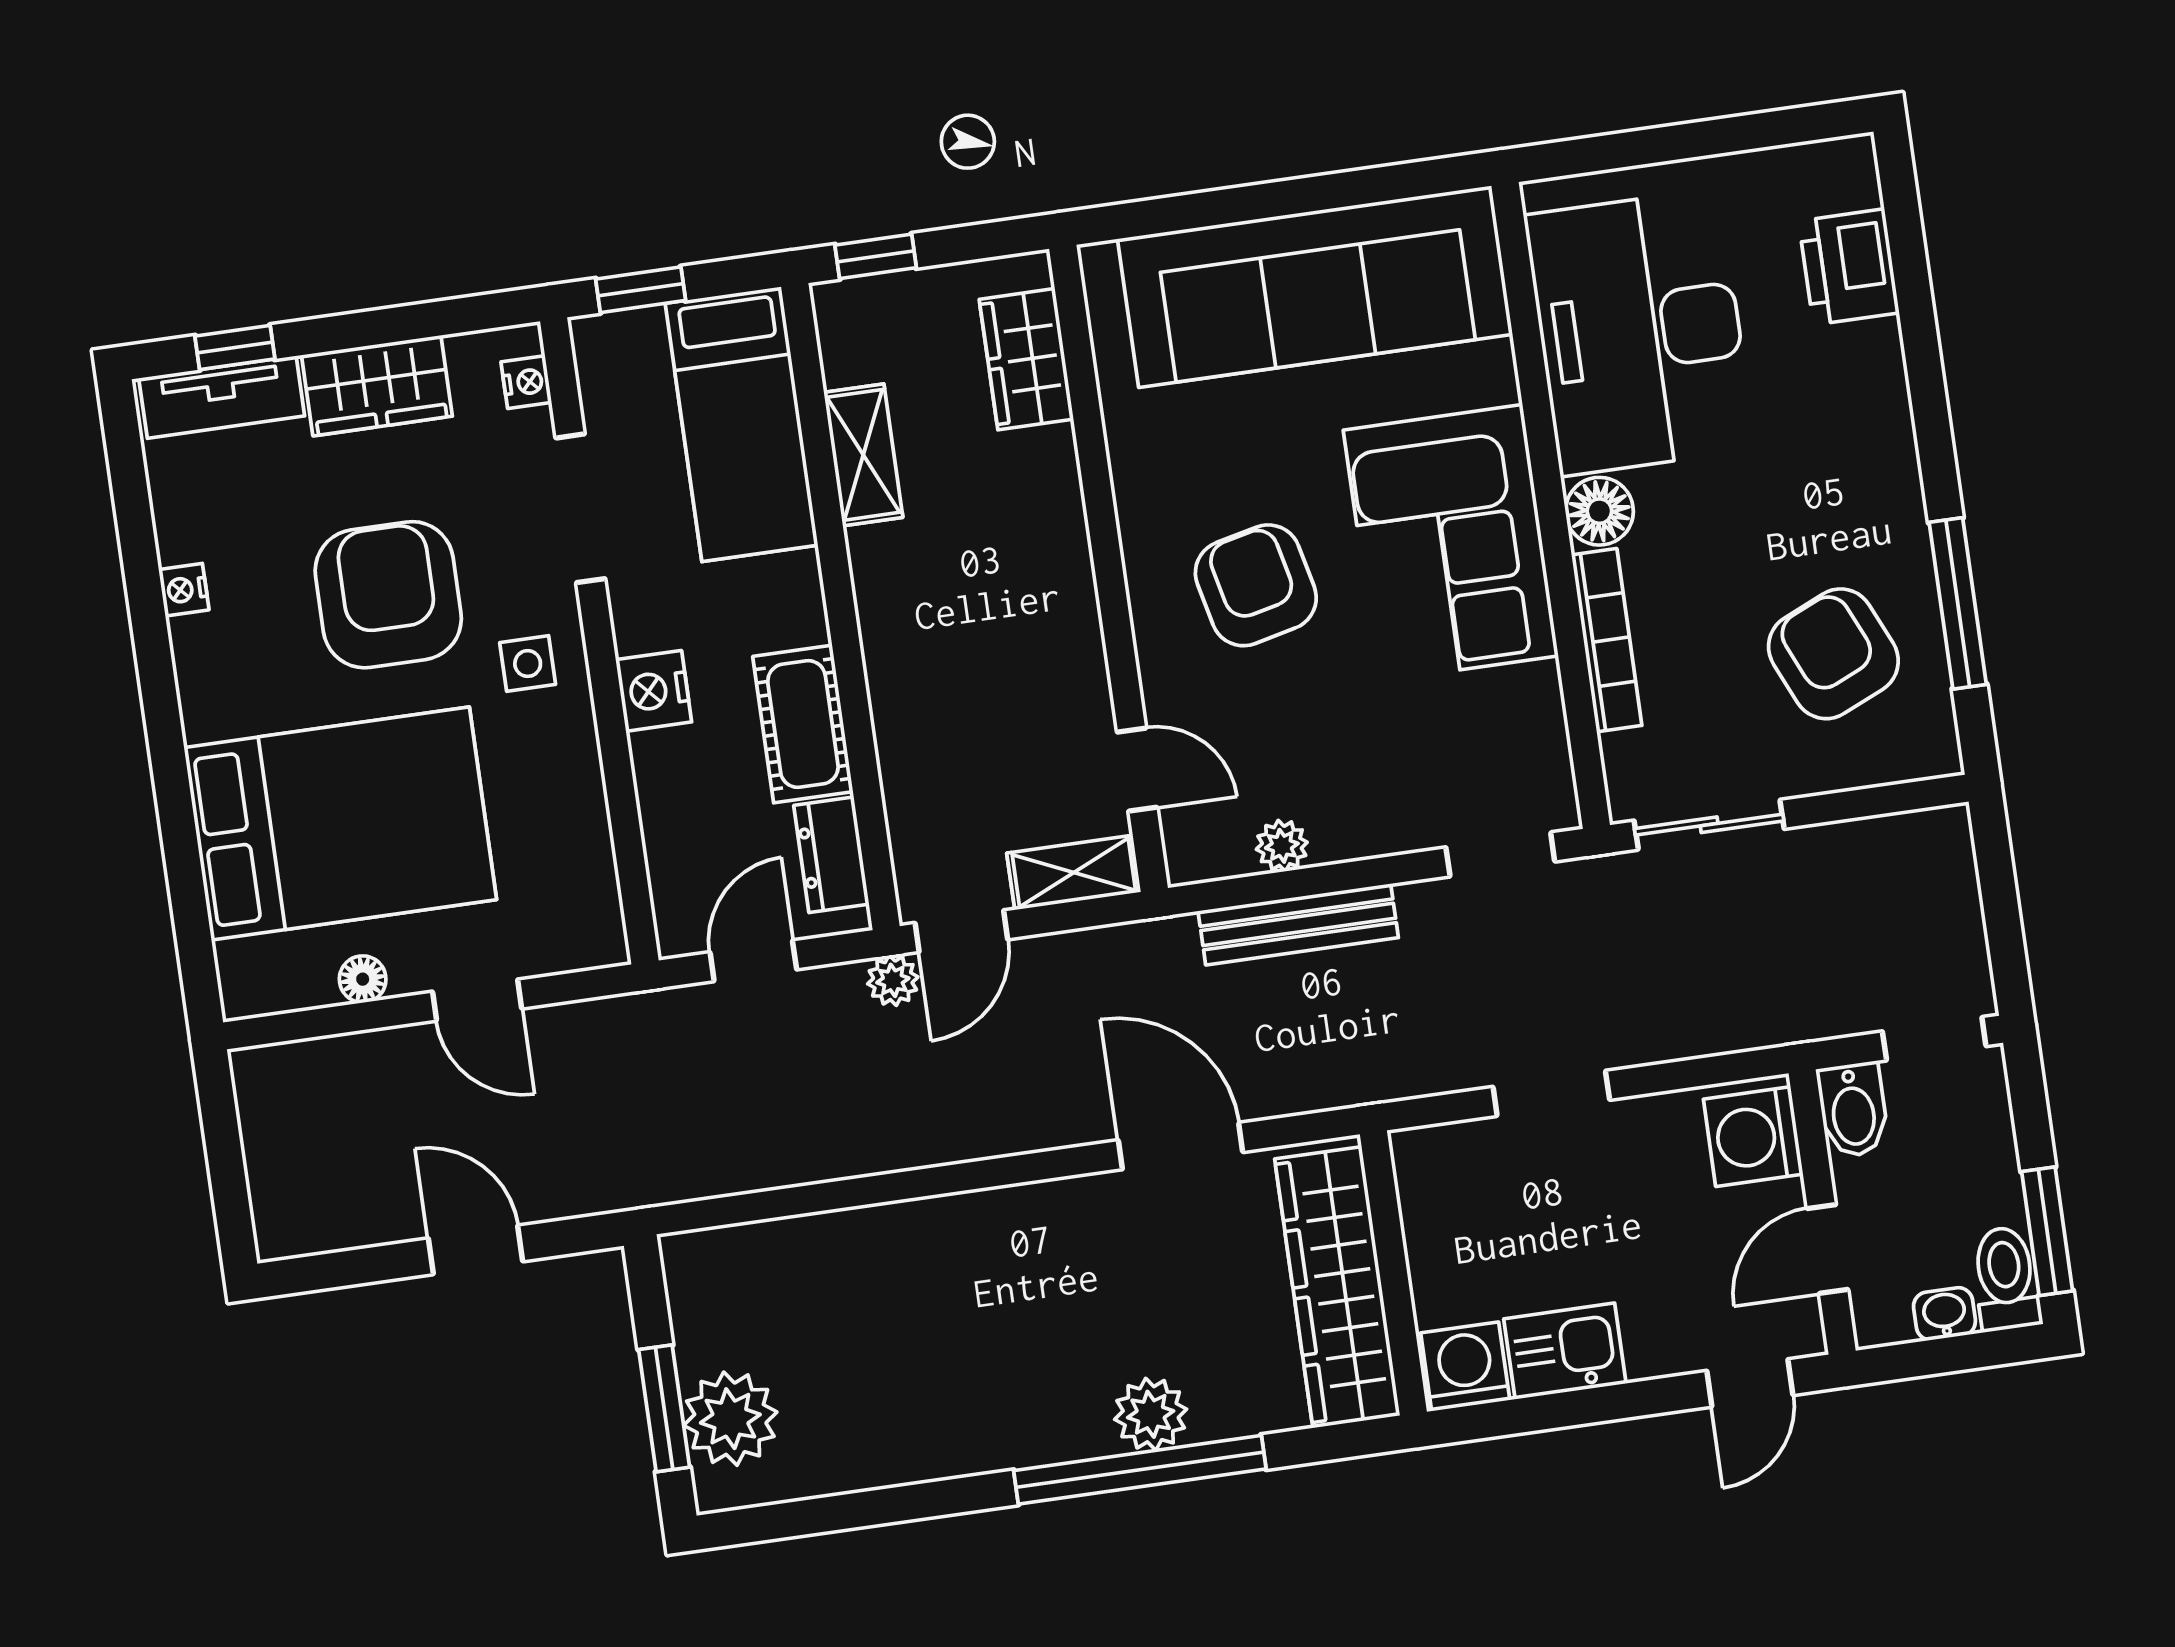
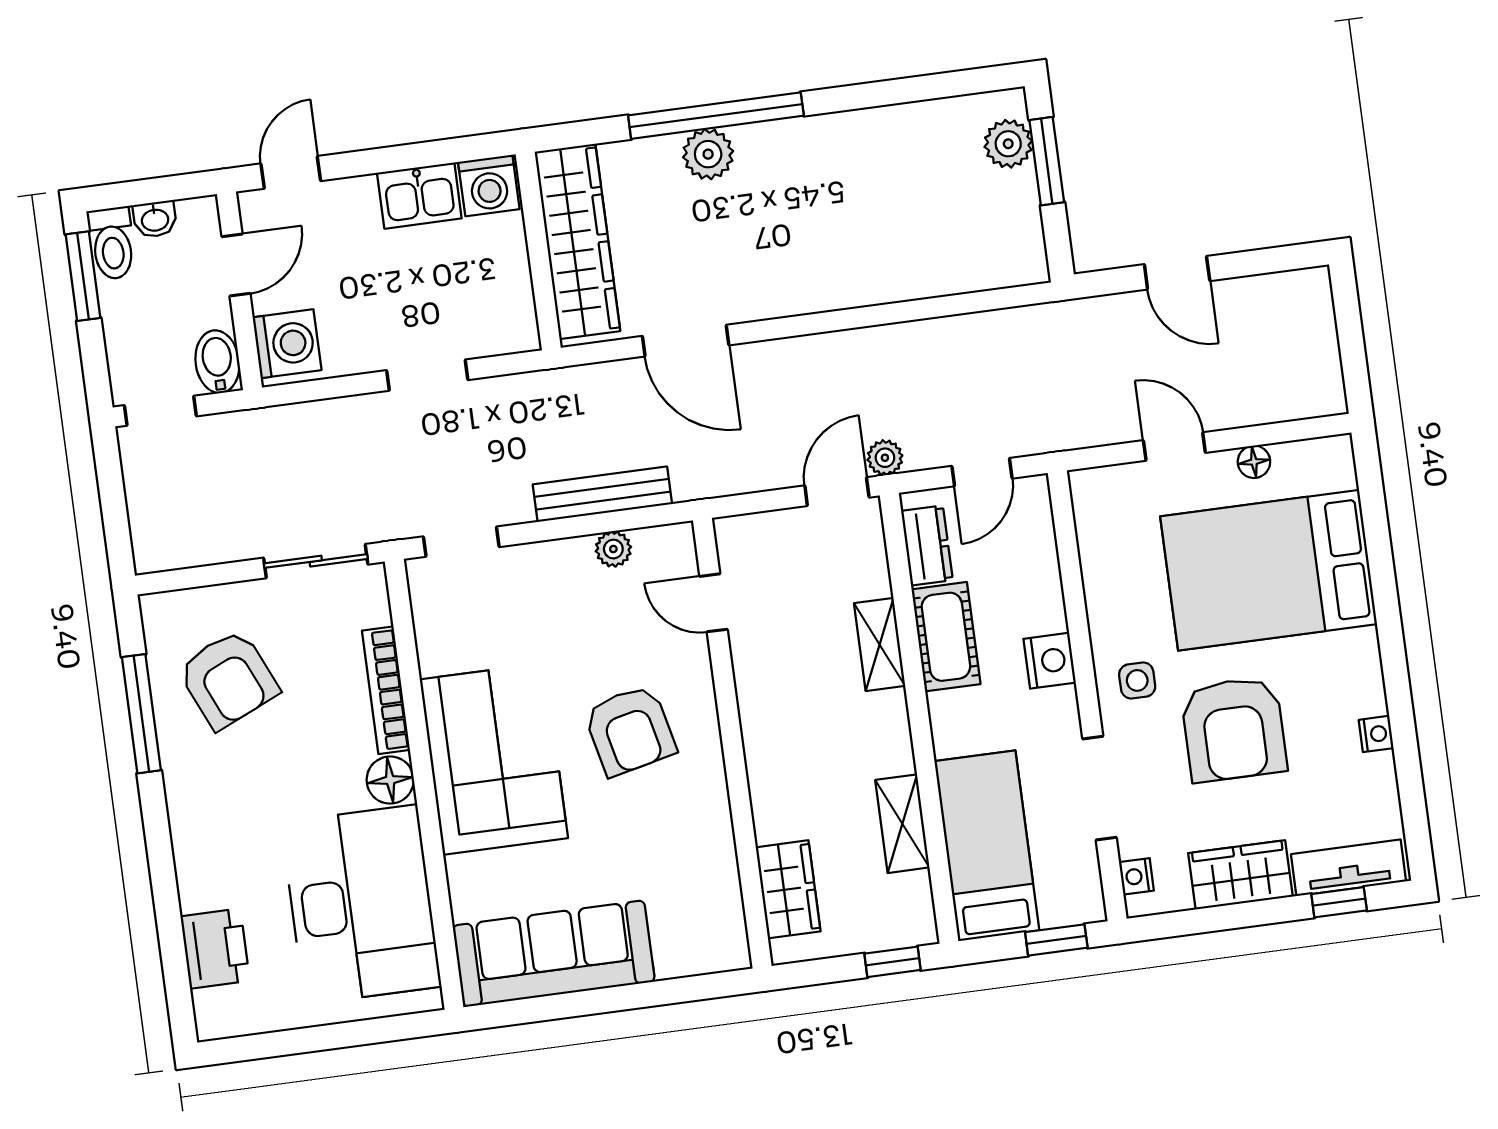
sofa: (1315, 287) -> (554, 954), width x0.74, depth x0.79
shelving: (1074, 873) -> (880, 645), moved, turned 90
plant: (730, 1419) -> (1008, 144), width x0.73, depth x0.73

